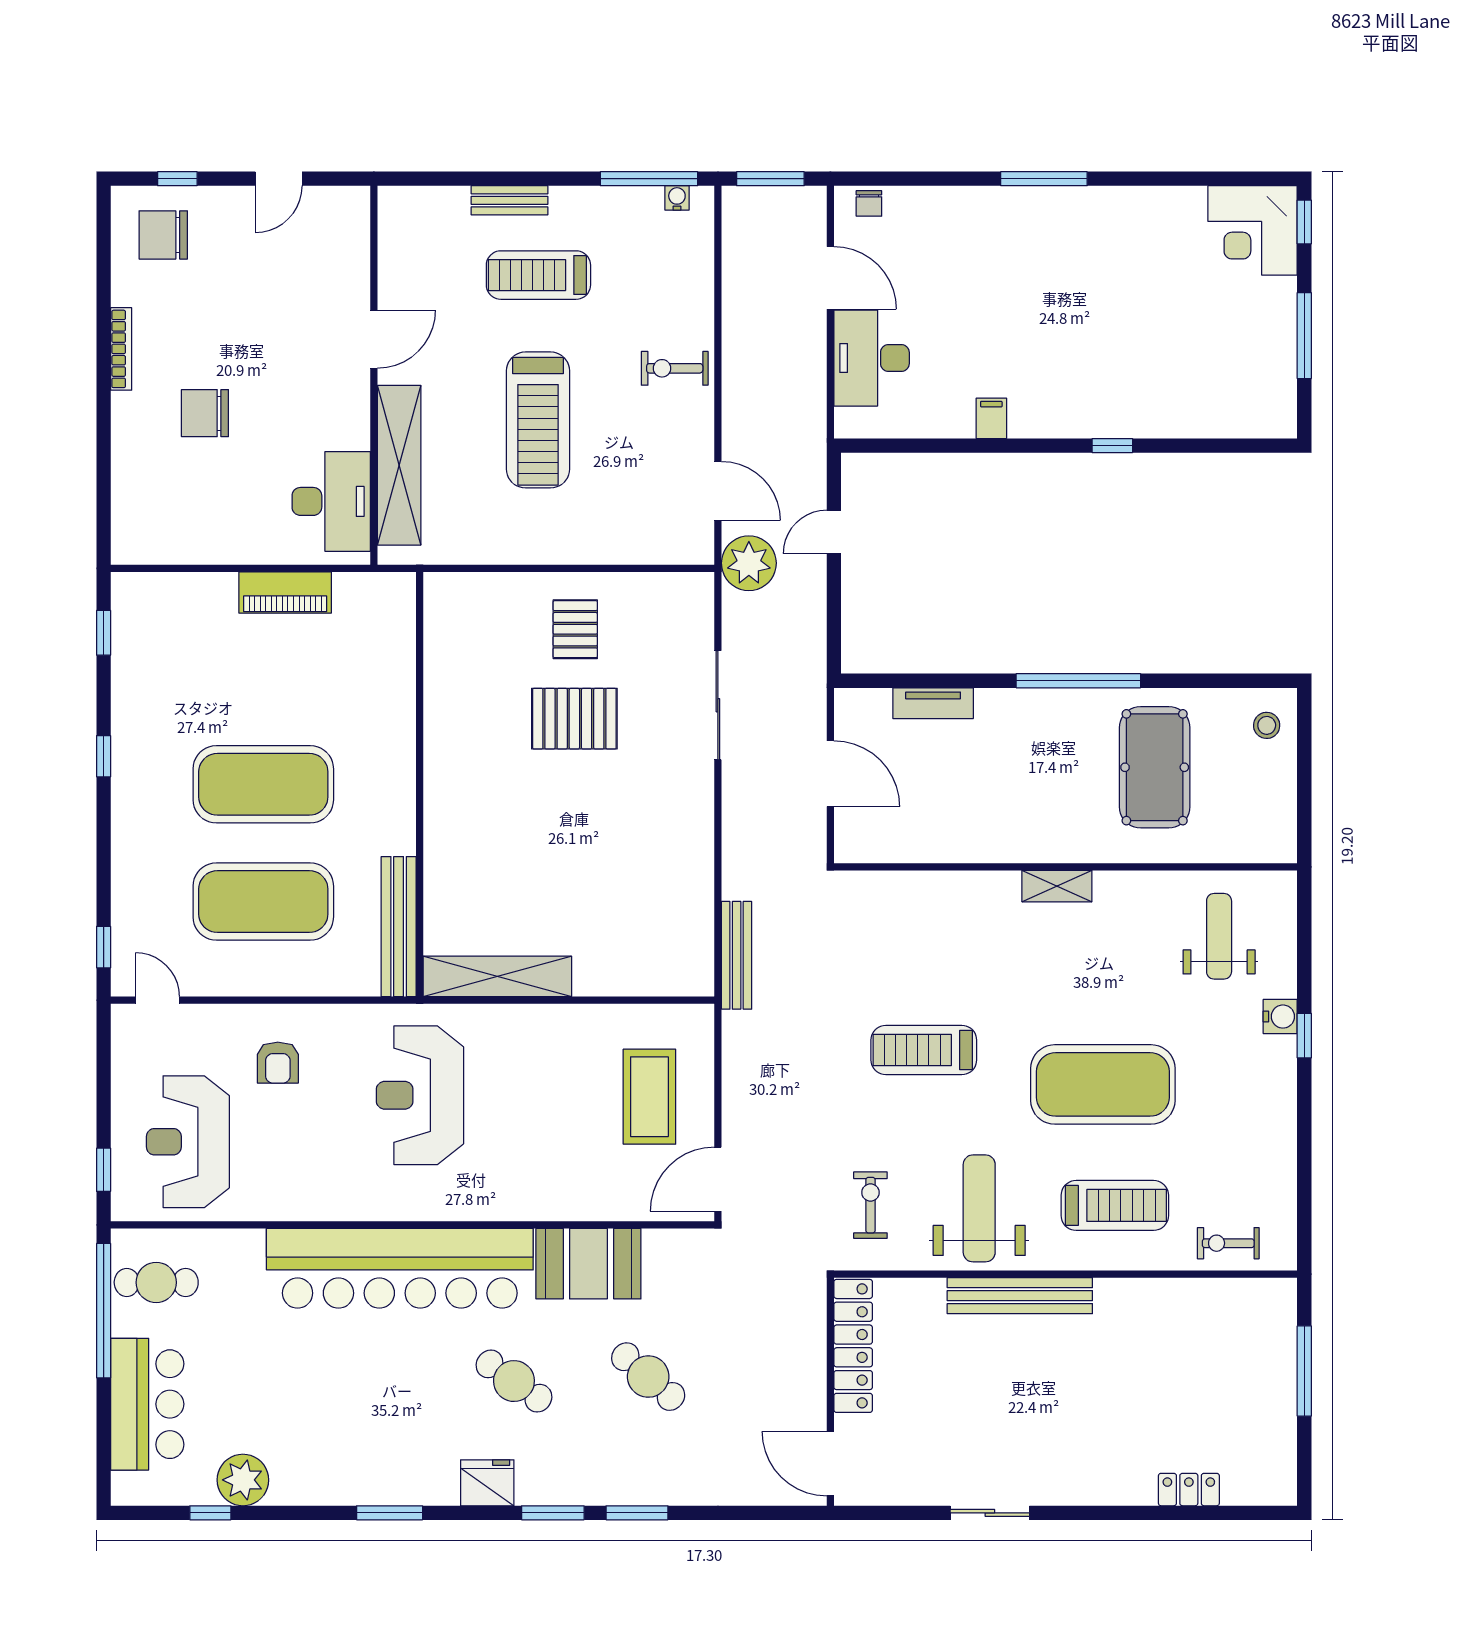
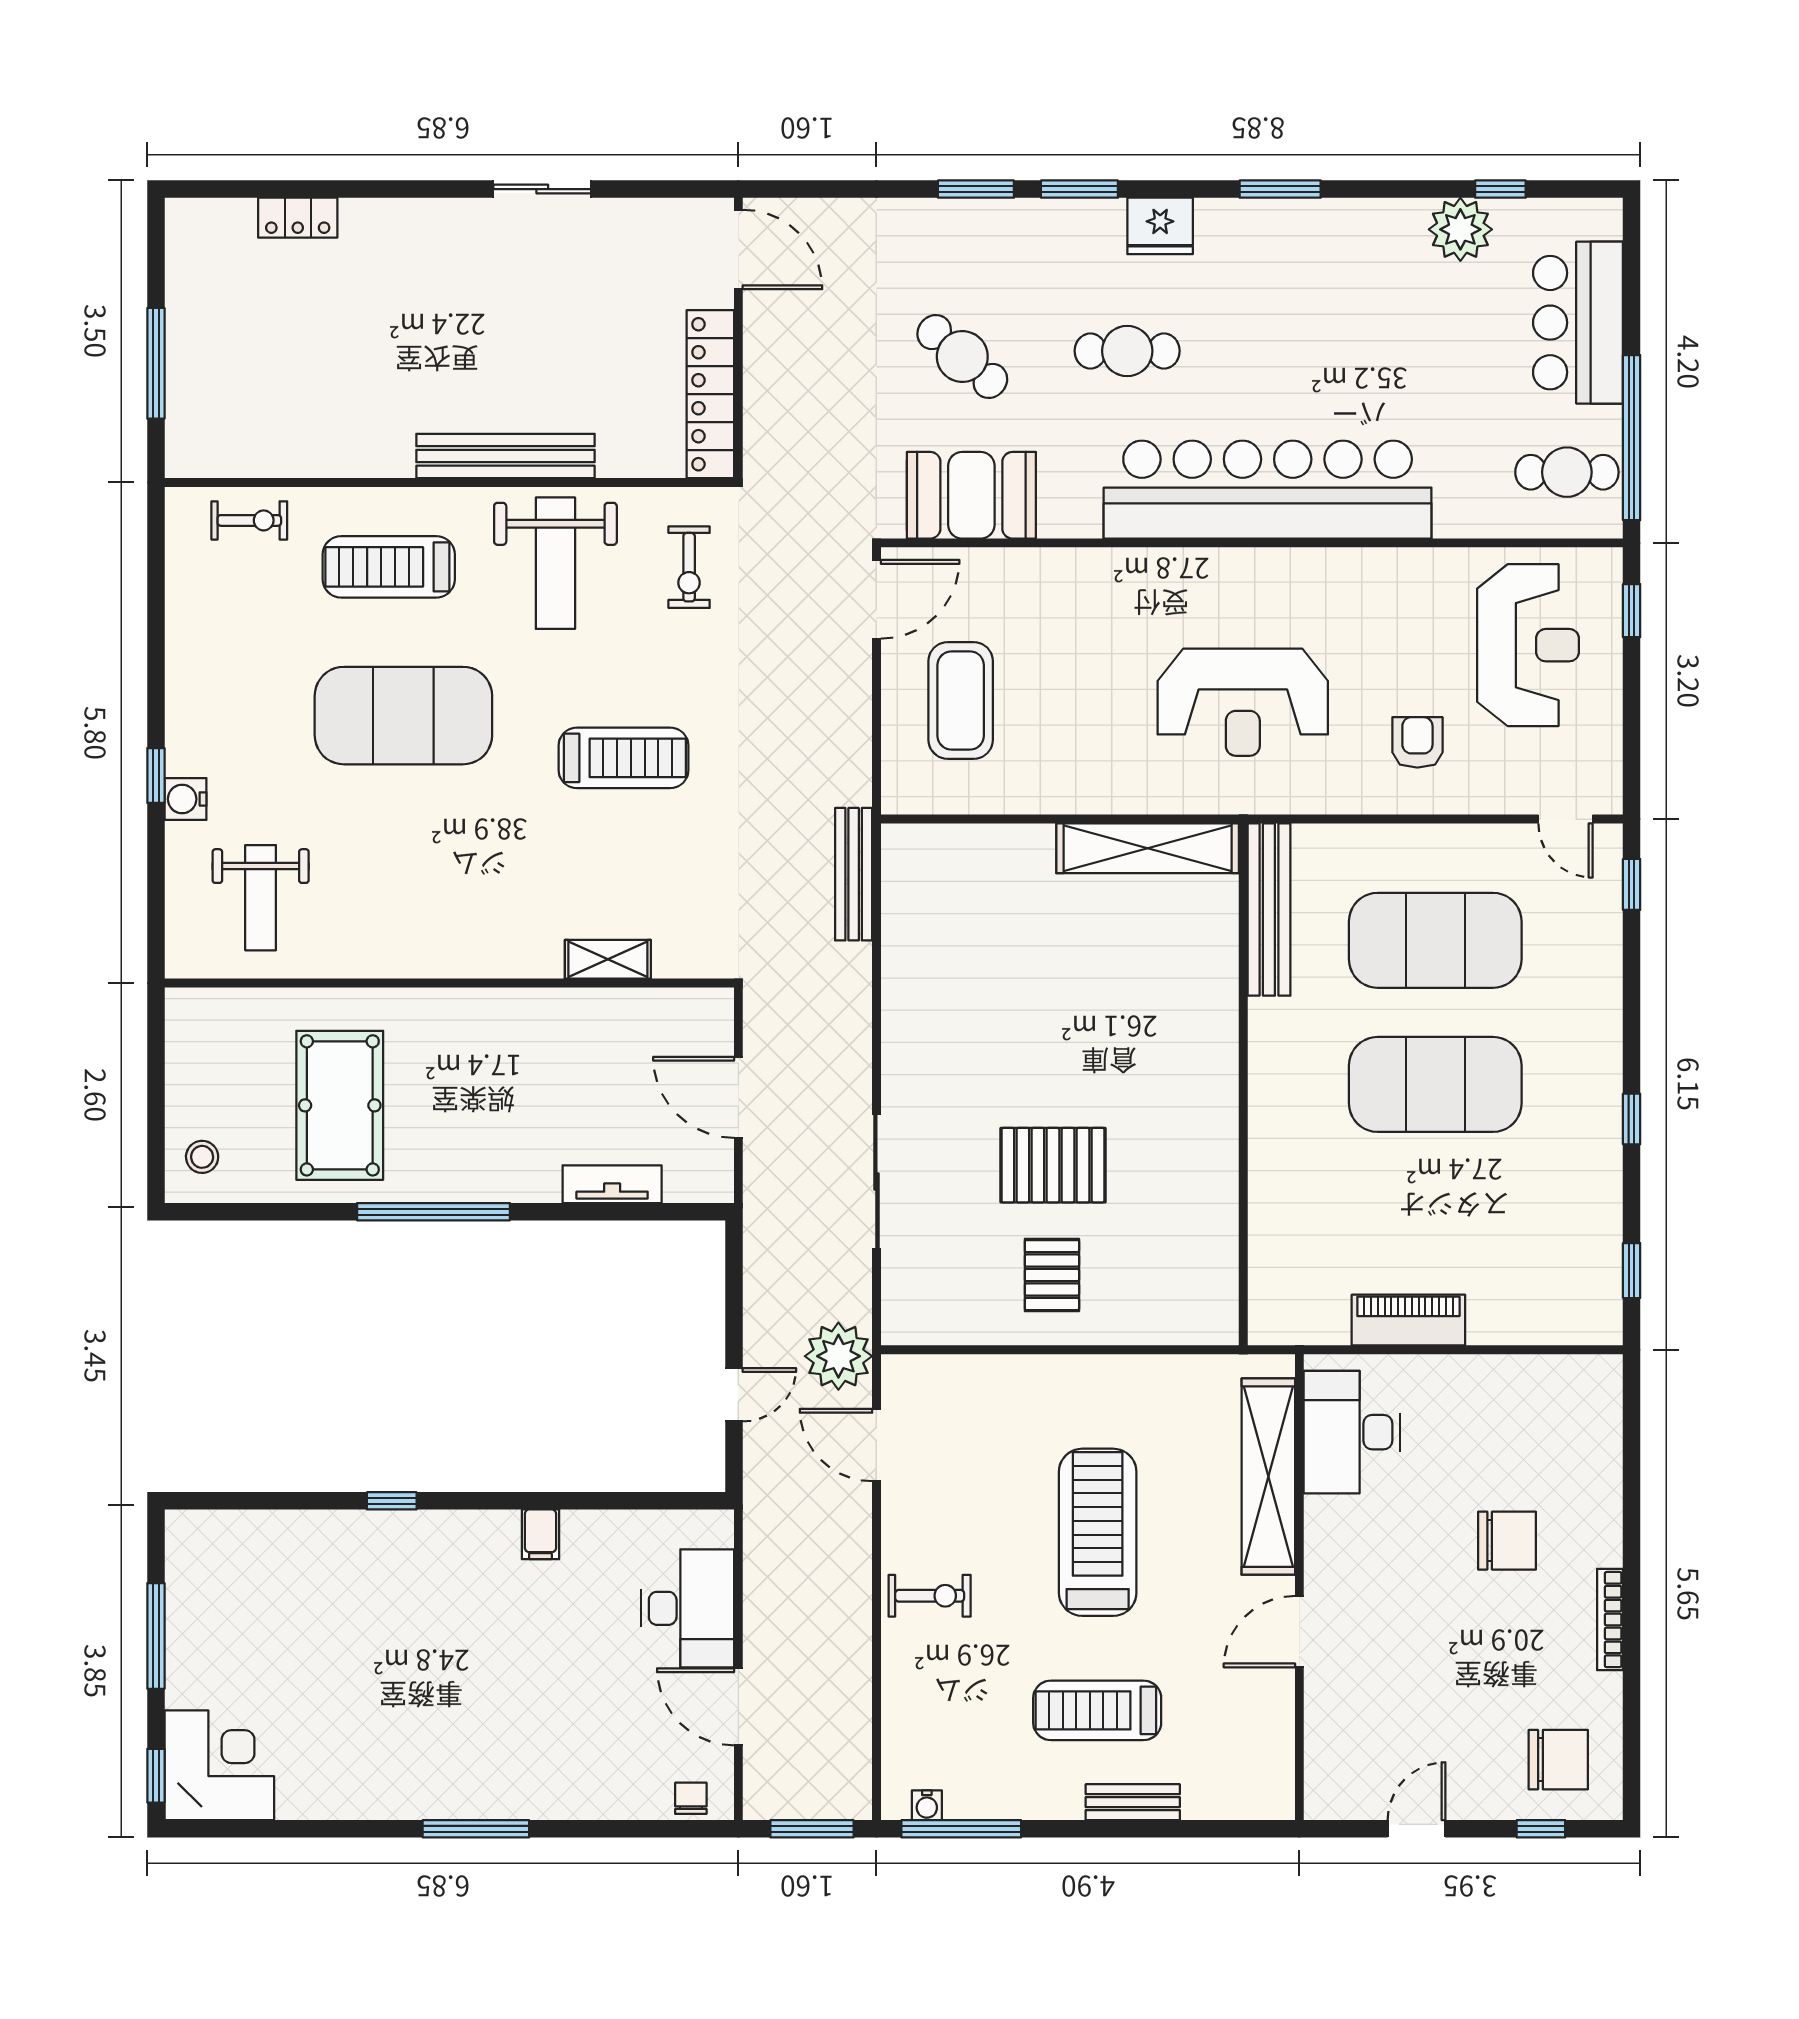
treadmill: (538, 275) -> (1097, 1710), turned 180
shelving: (1057, 886) -> (608, 959), moved
reception desk: (420, 1095) -> (1243, 702), turned 90
booth: (588, 1264) -> (971, 495), moved
cafe table: (514, 1381) -> (1127, 351), turned -35

